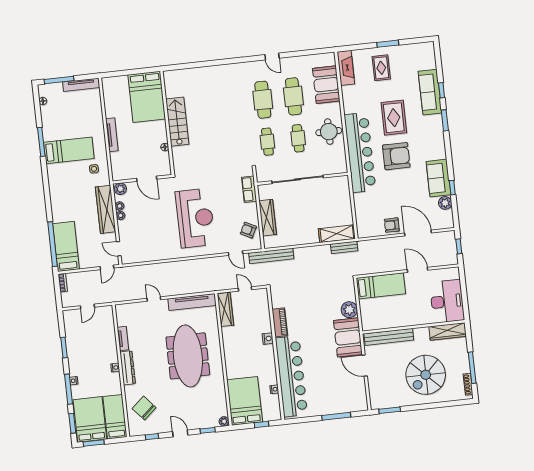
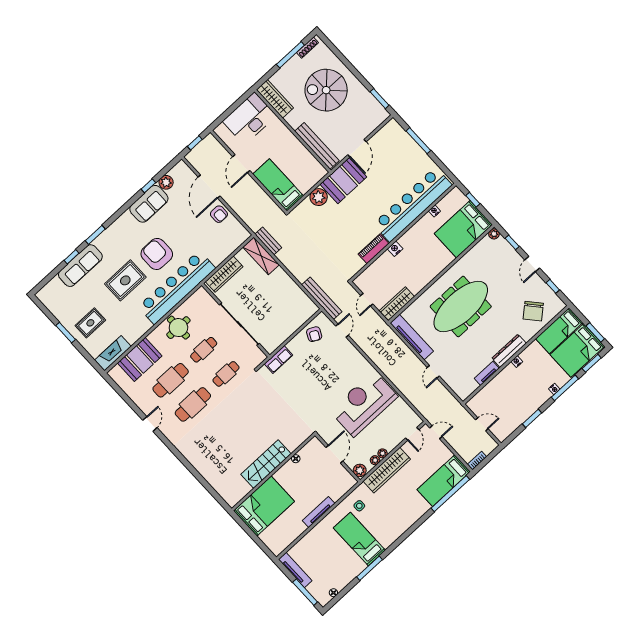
reception desk: (195, 218) -> (364, 404), moved
wardrobe: (268, 218) -> (224, 274), moved, turned 180
spiral stairs: (426, 375) -> (326, 90), turned 180

